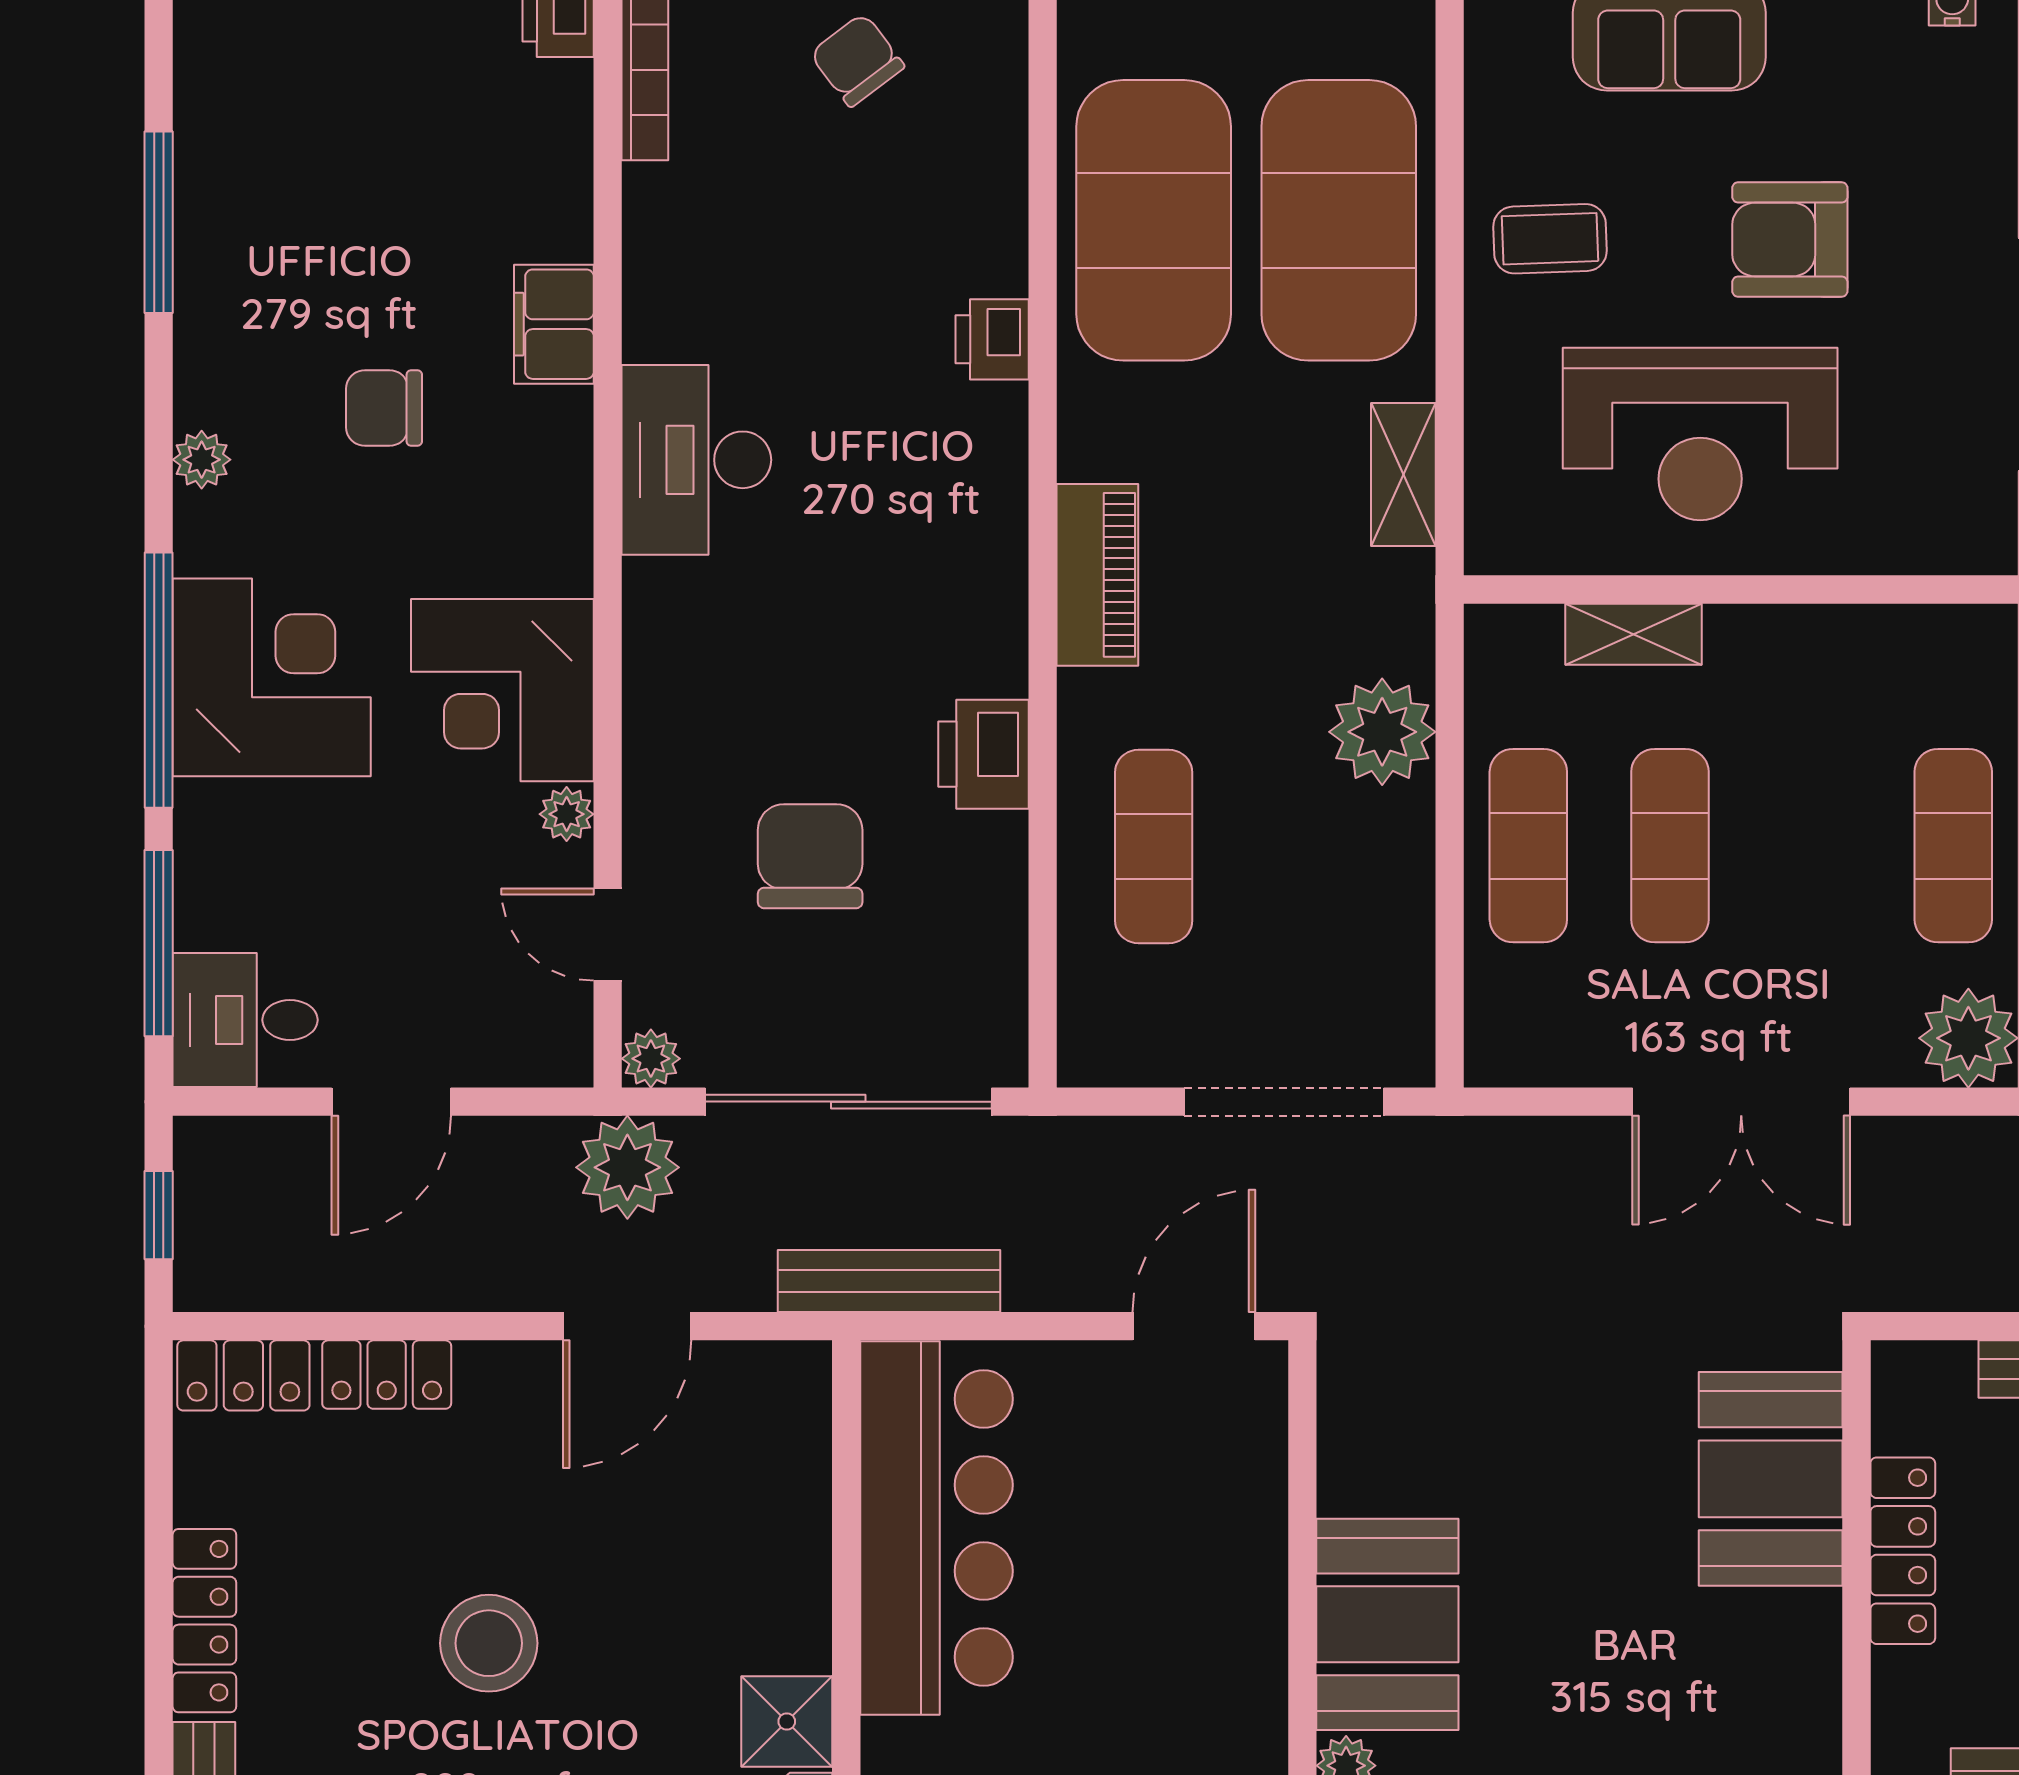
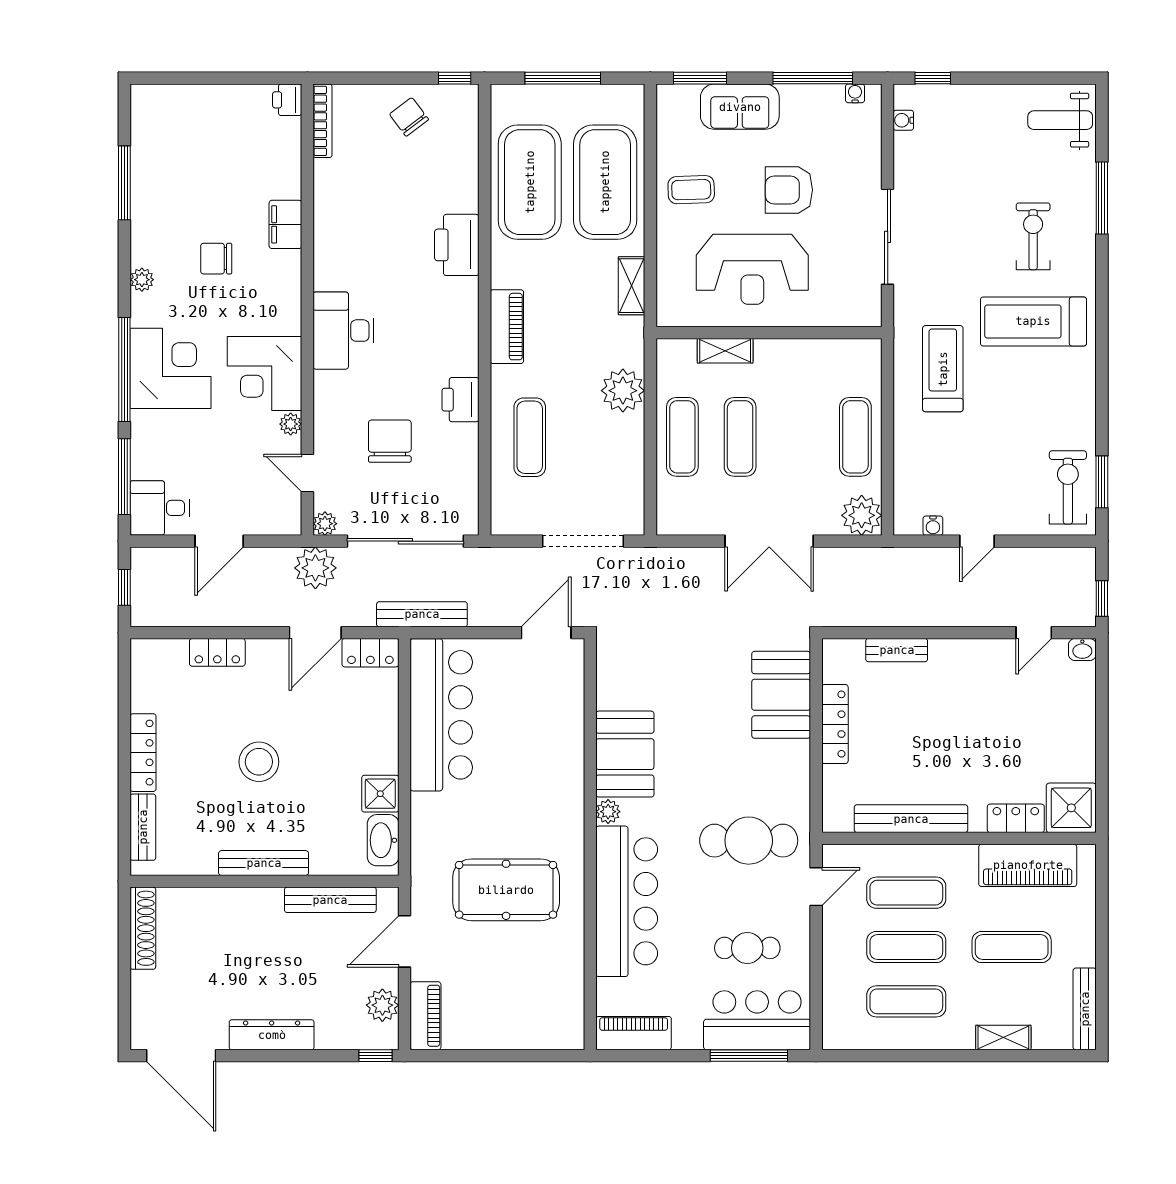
printer: (992, 339) -> (457, 245), width x1.87, depth x1.48
desk: (696, 460) -> (343, 331), moved
locker: (243, 1375) -> (370, 653), moved

